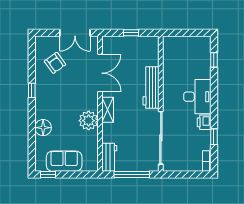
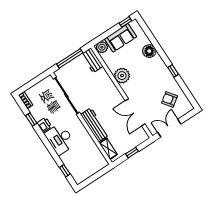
shelving: (108, 110) -> (108, 149), moved
plant: (90, 164) -> (102, 47), added

